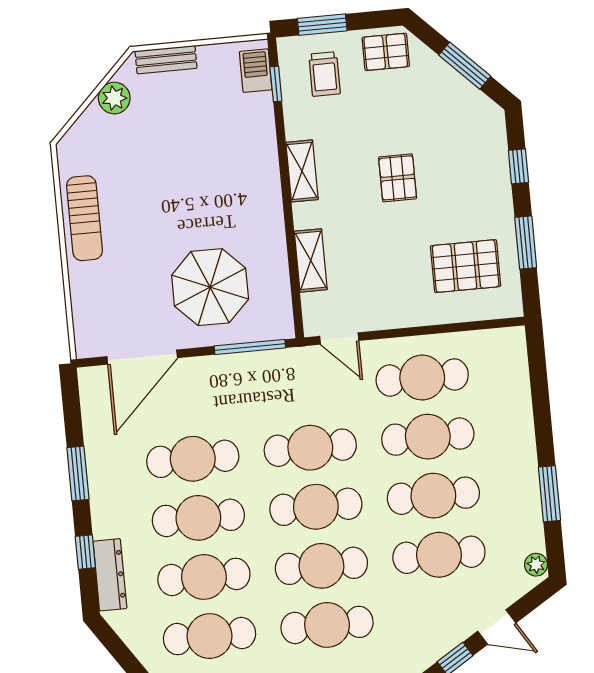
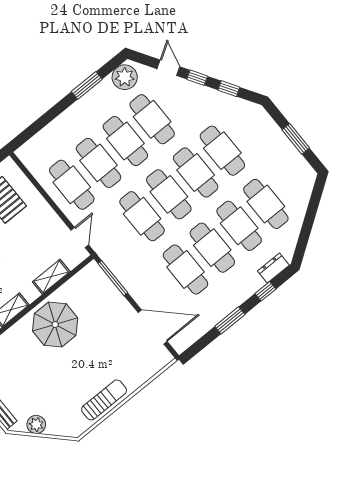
parasol: (210, 287) -> (55, 324), moved
plant: (536, 565) -> (125, 77), width x1.88, depth x1.88
dresser: (110, 575) -> (273, 268), width x0.70

